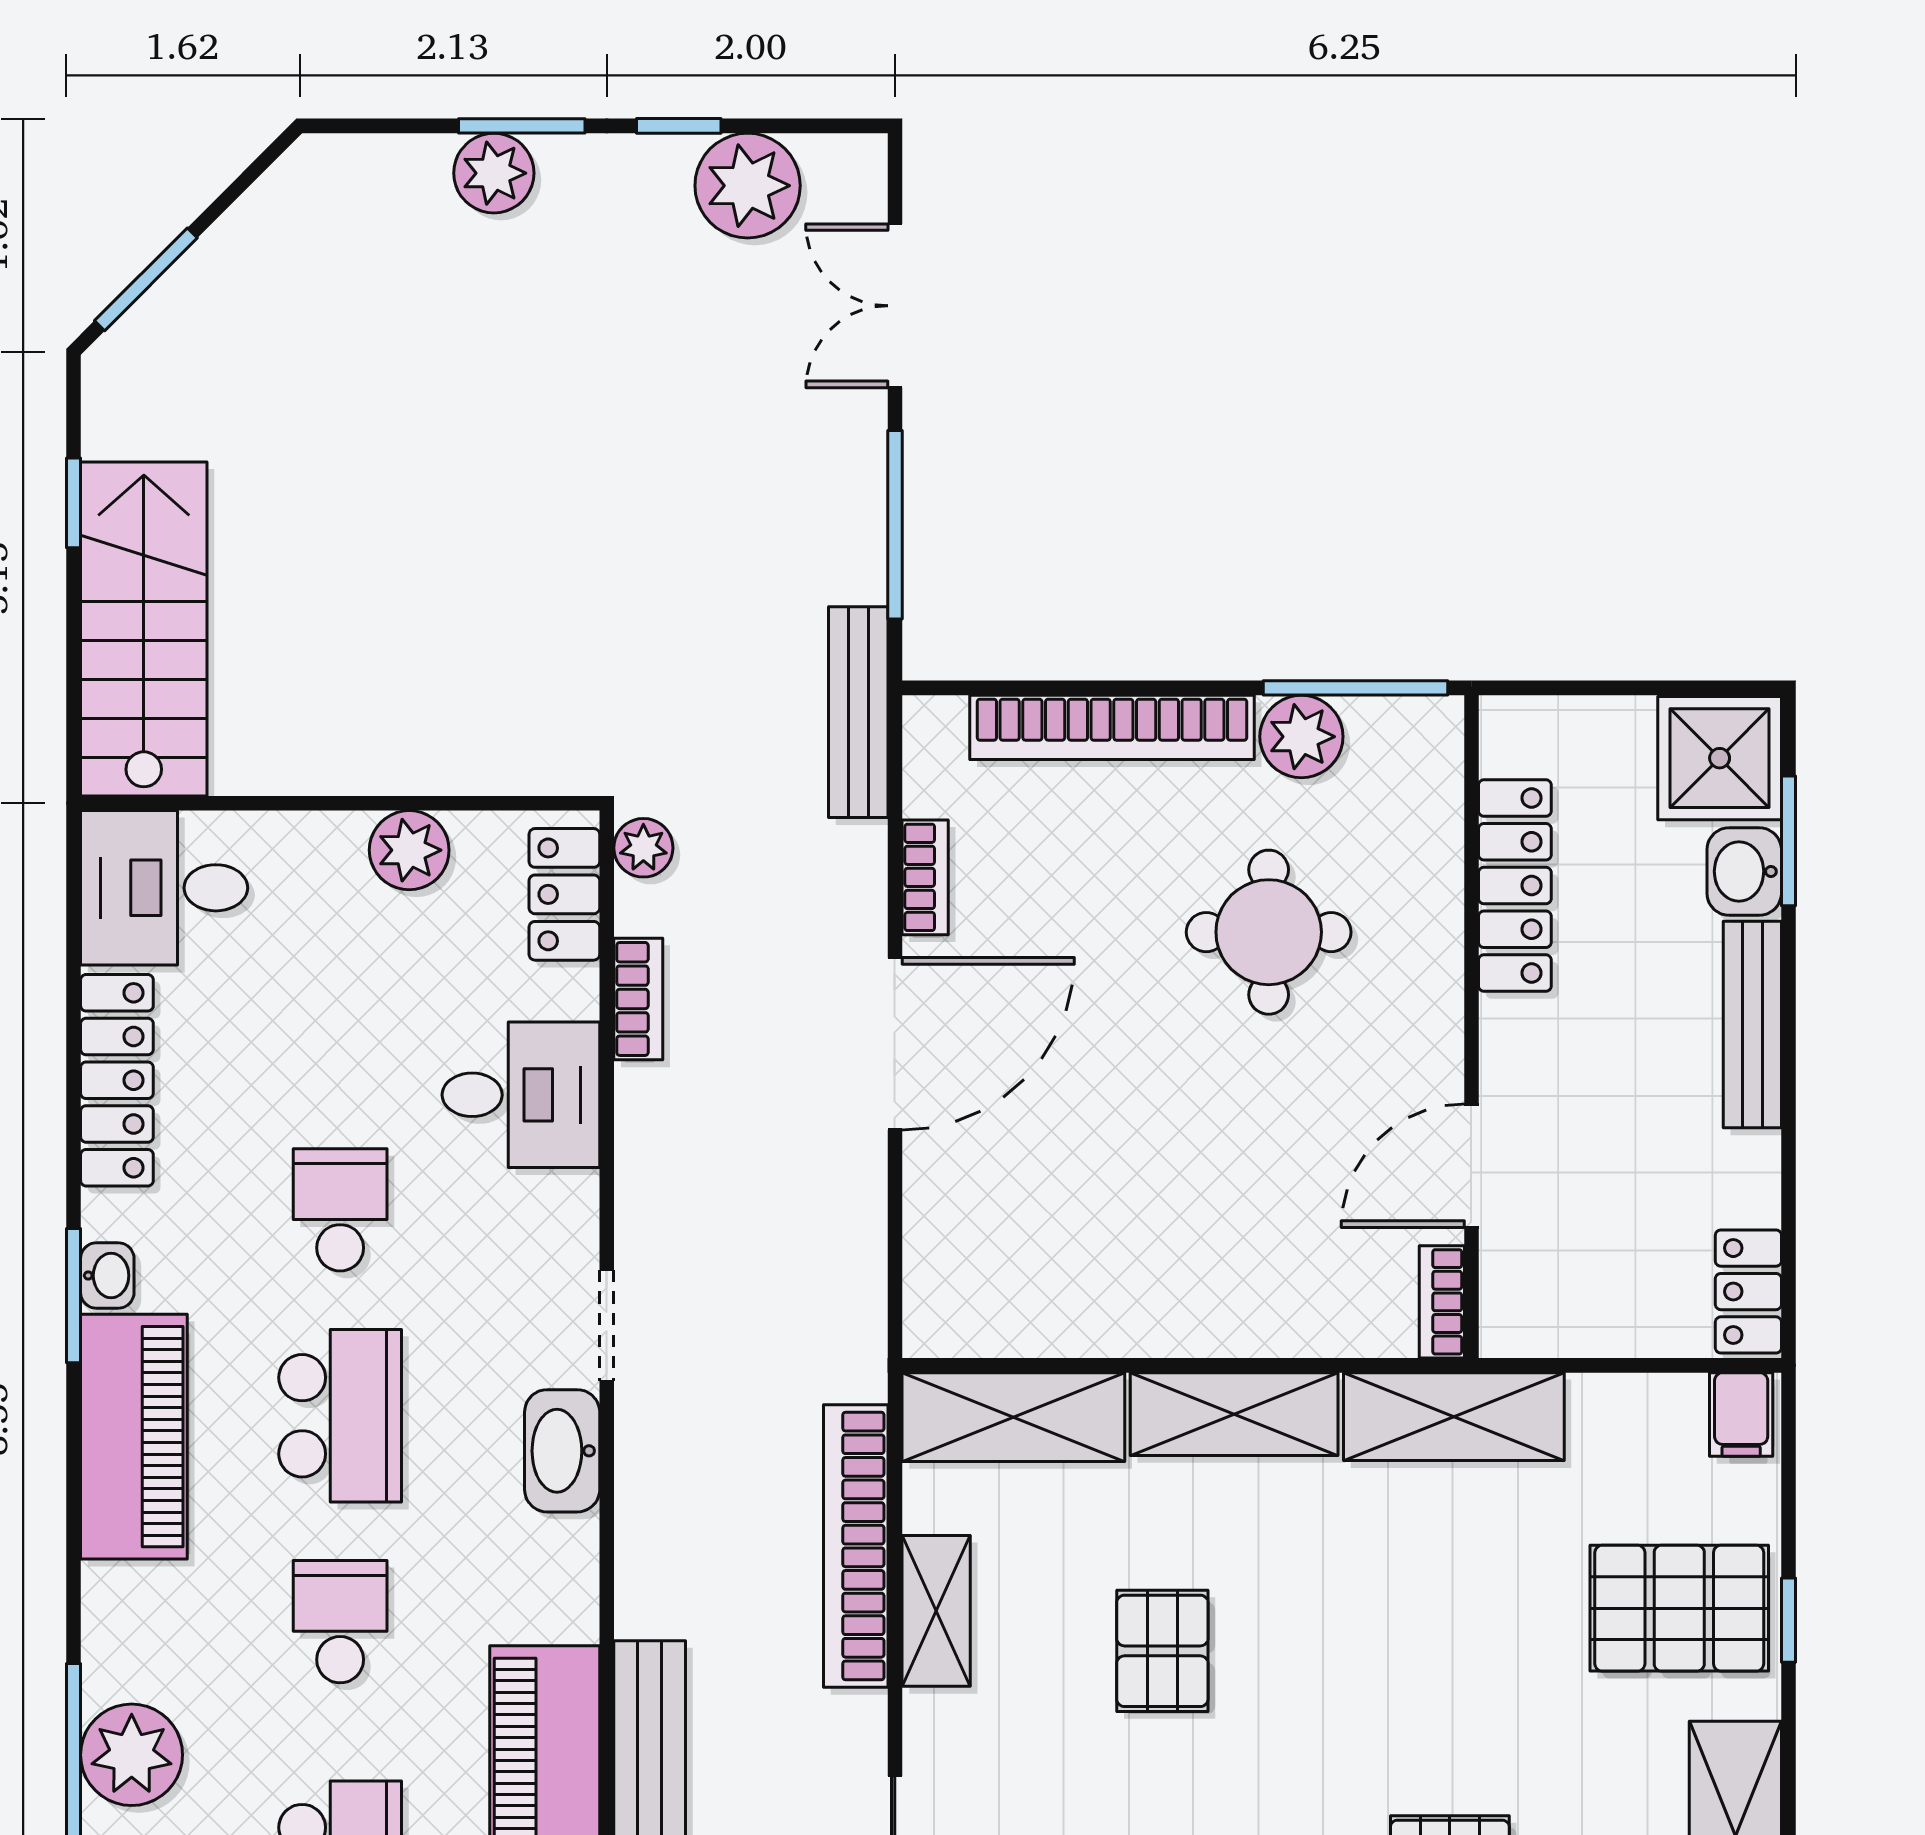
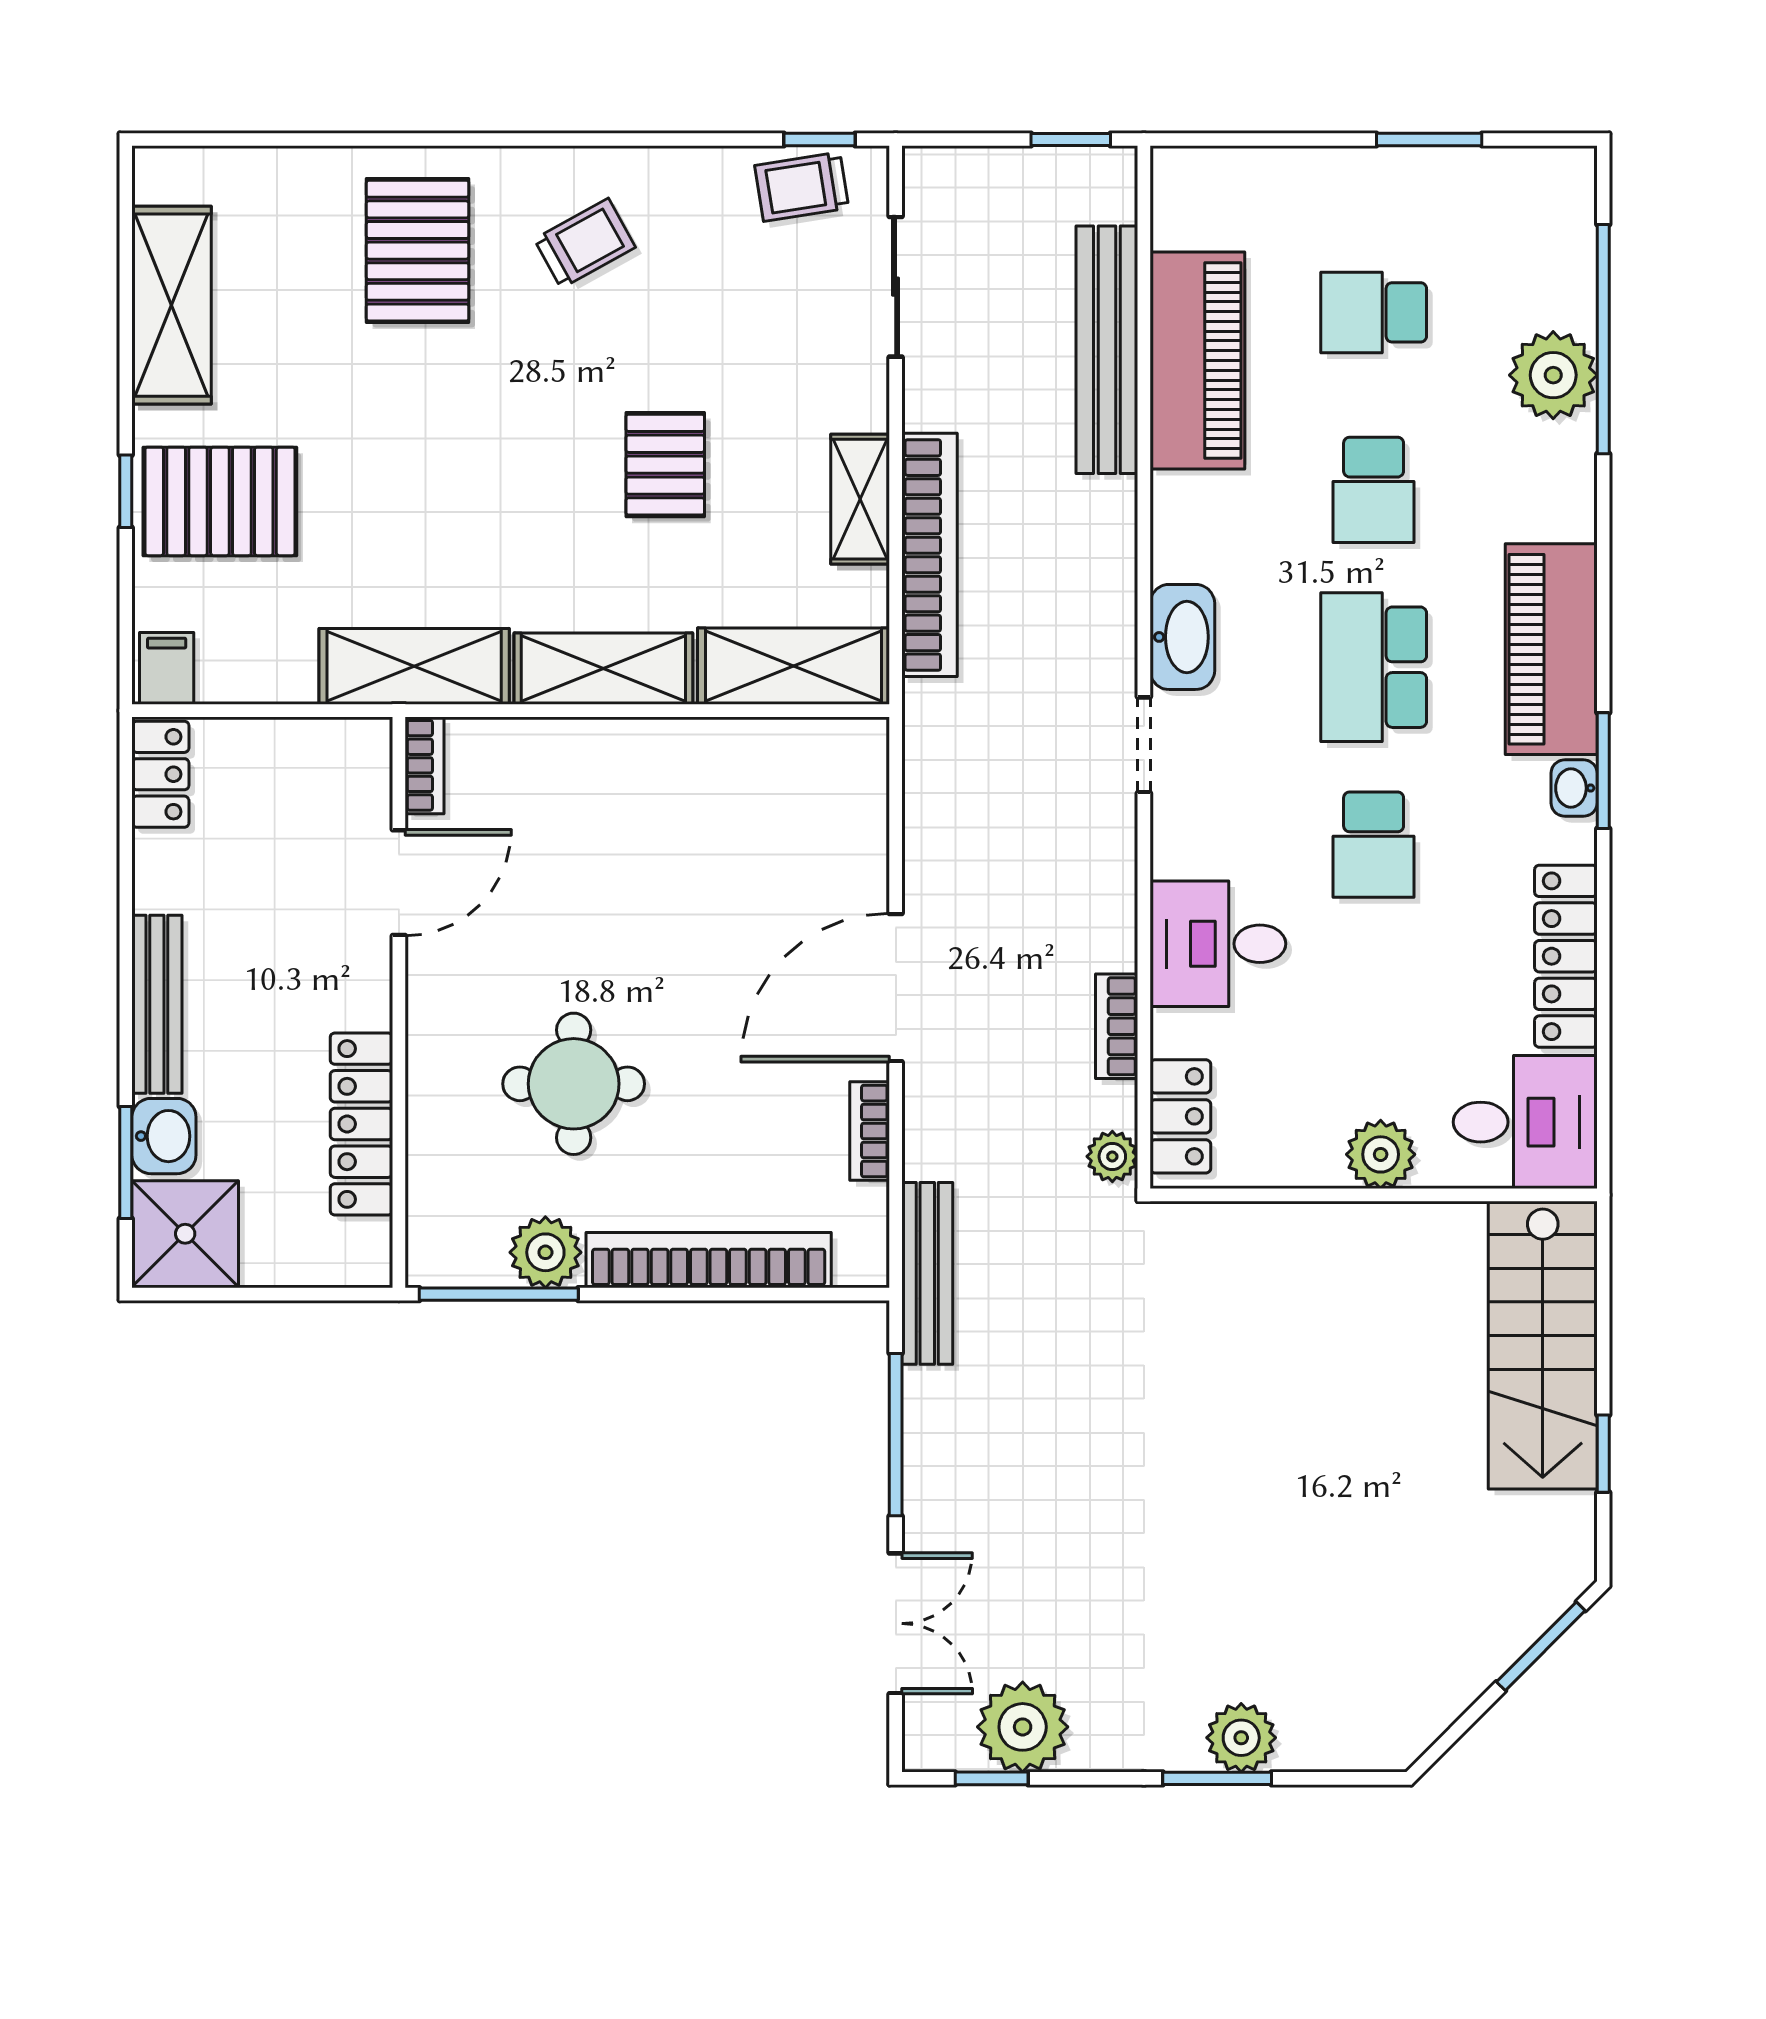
window: (679, 126) -> (992, 1778), moved
plant: (409, 850) -> (1381, 1154), moved

